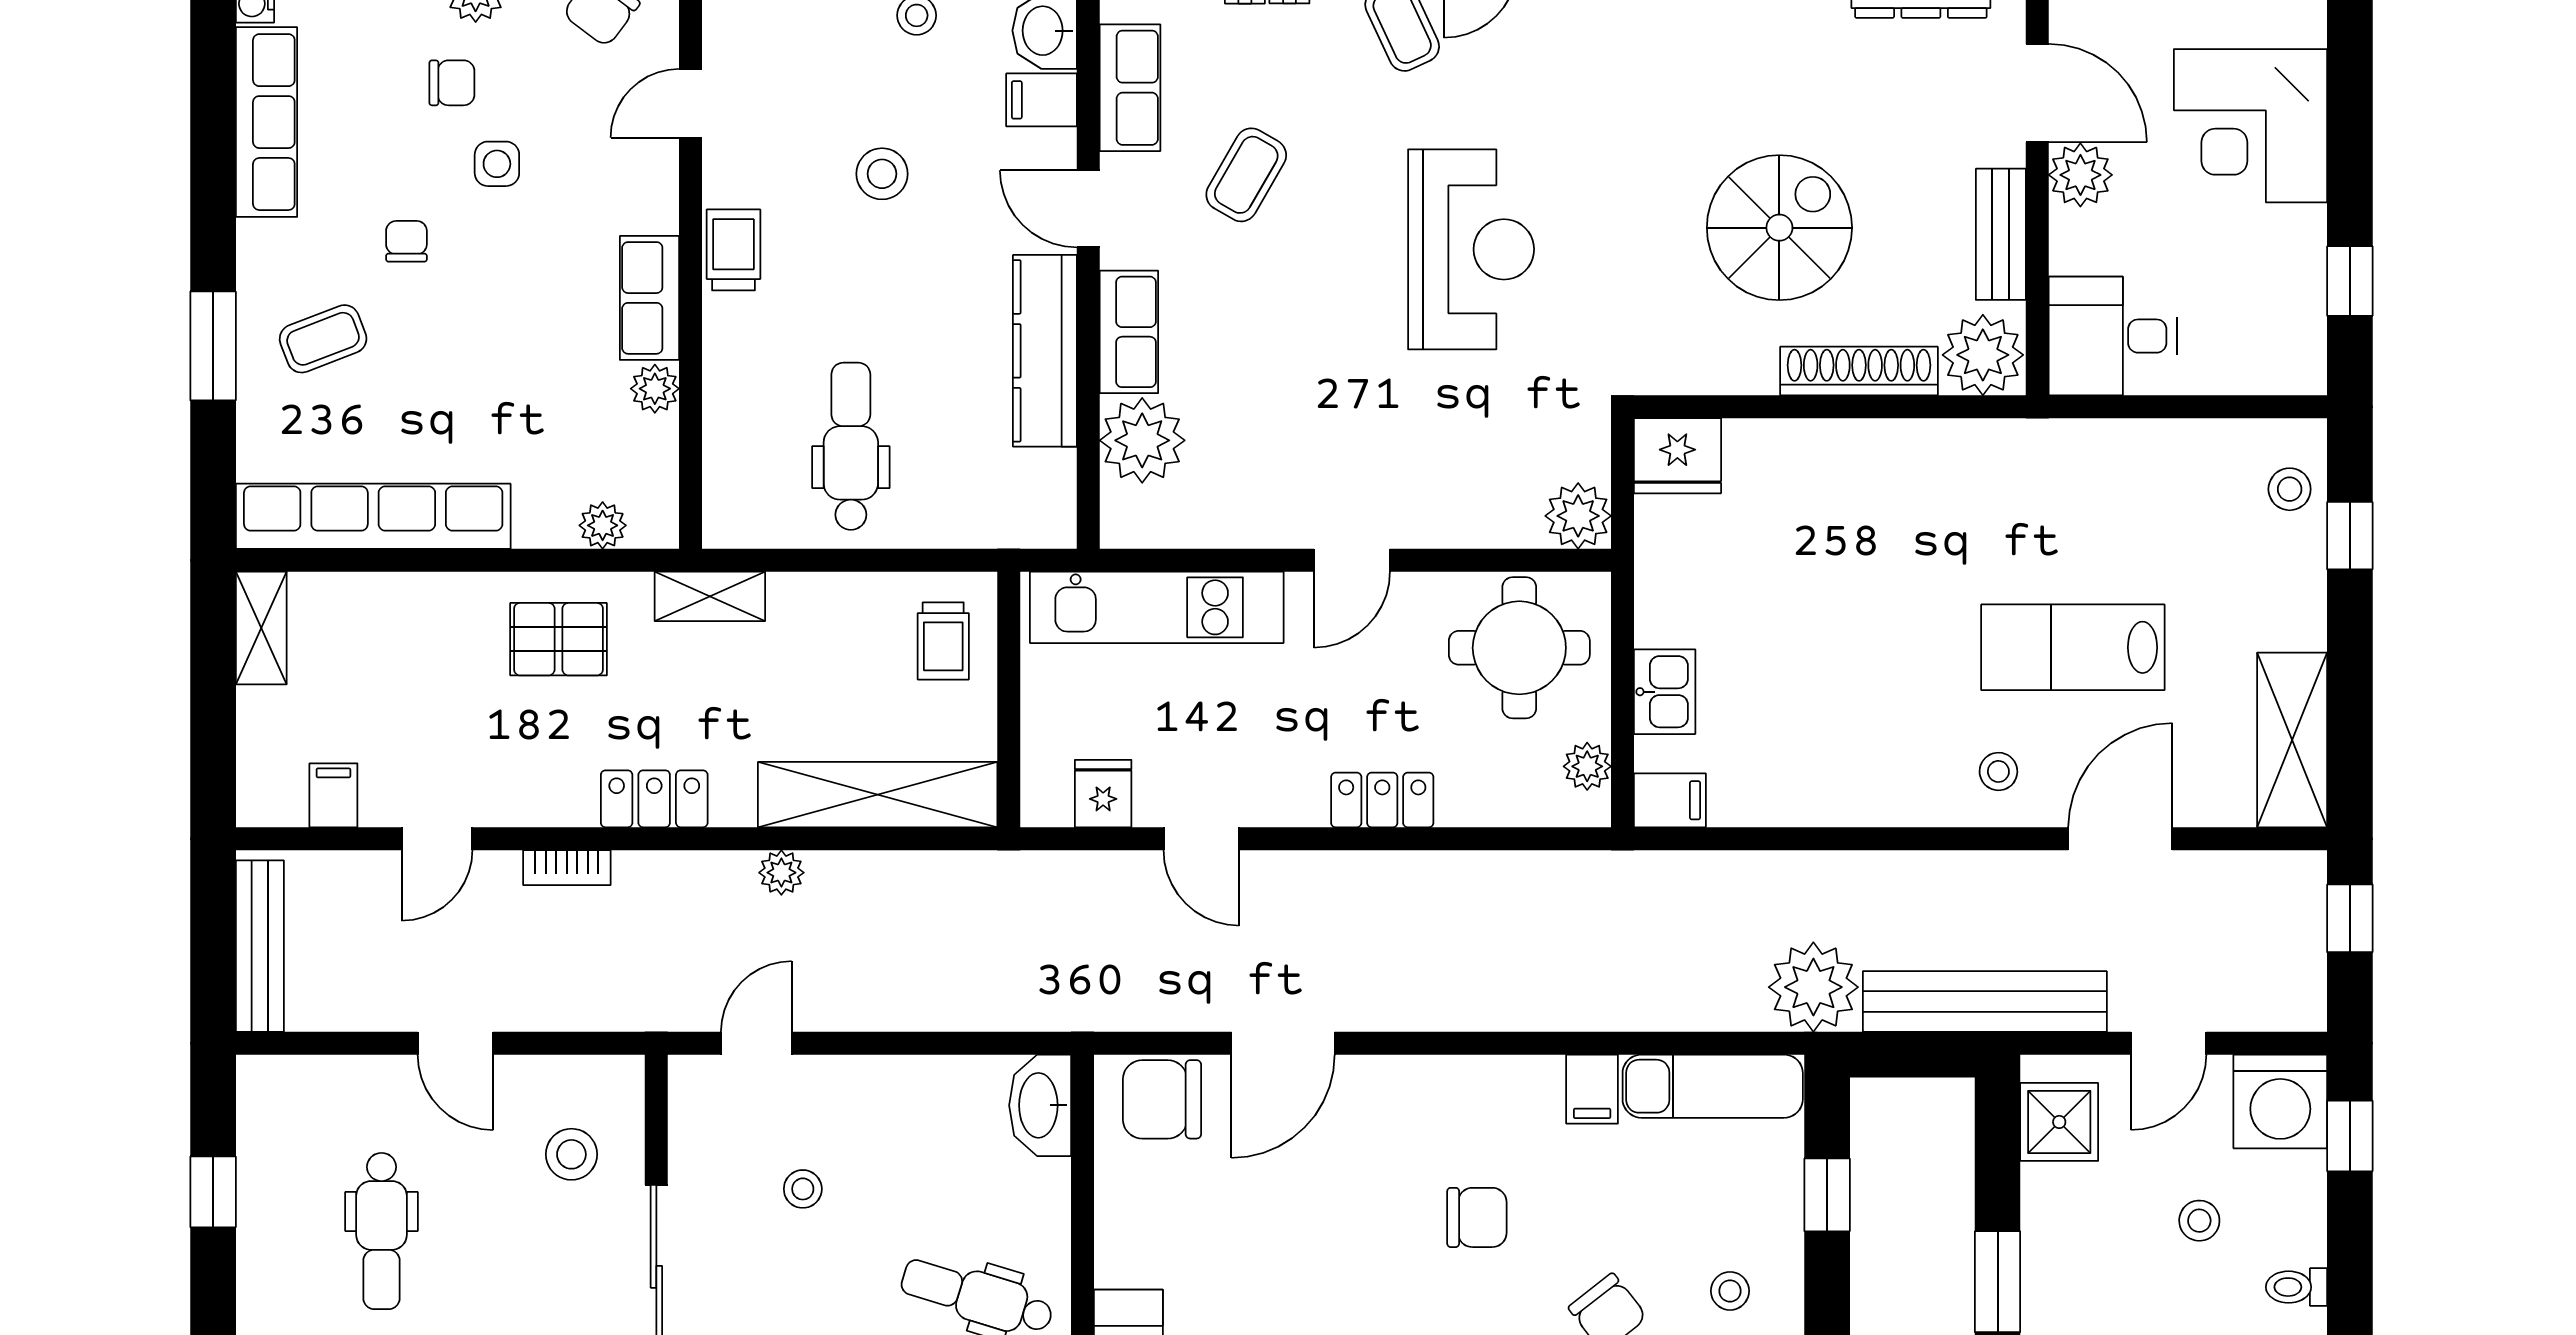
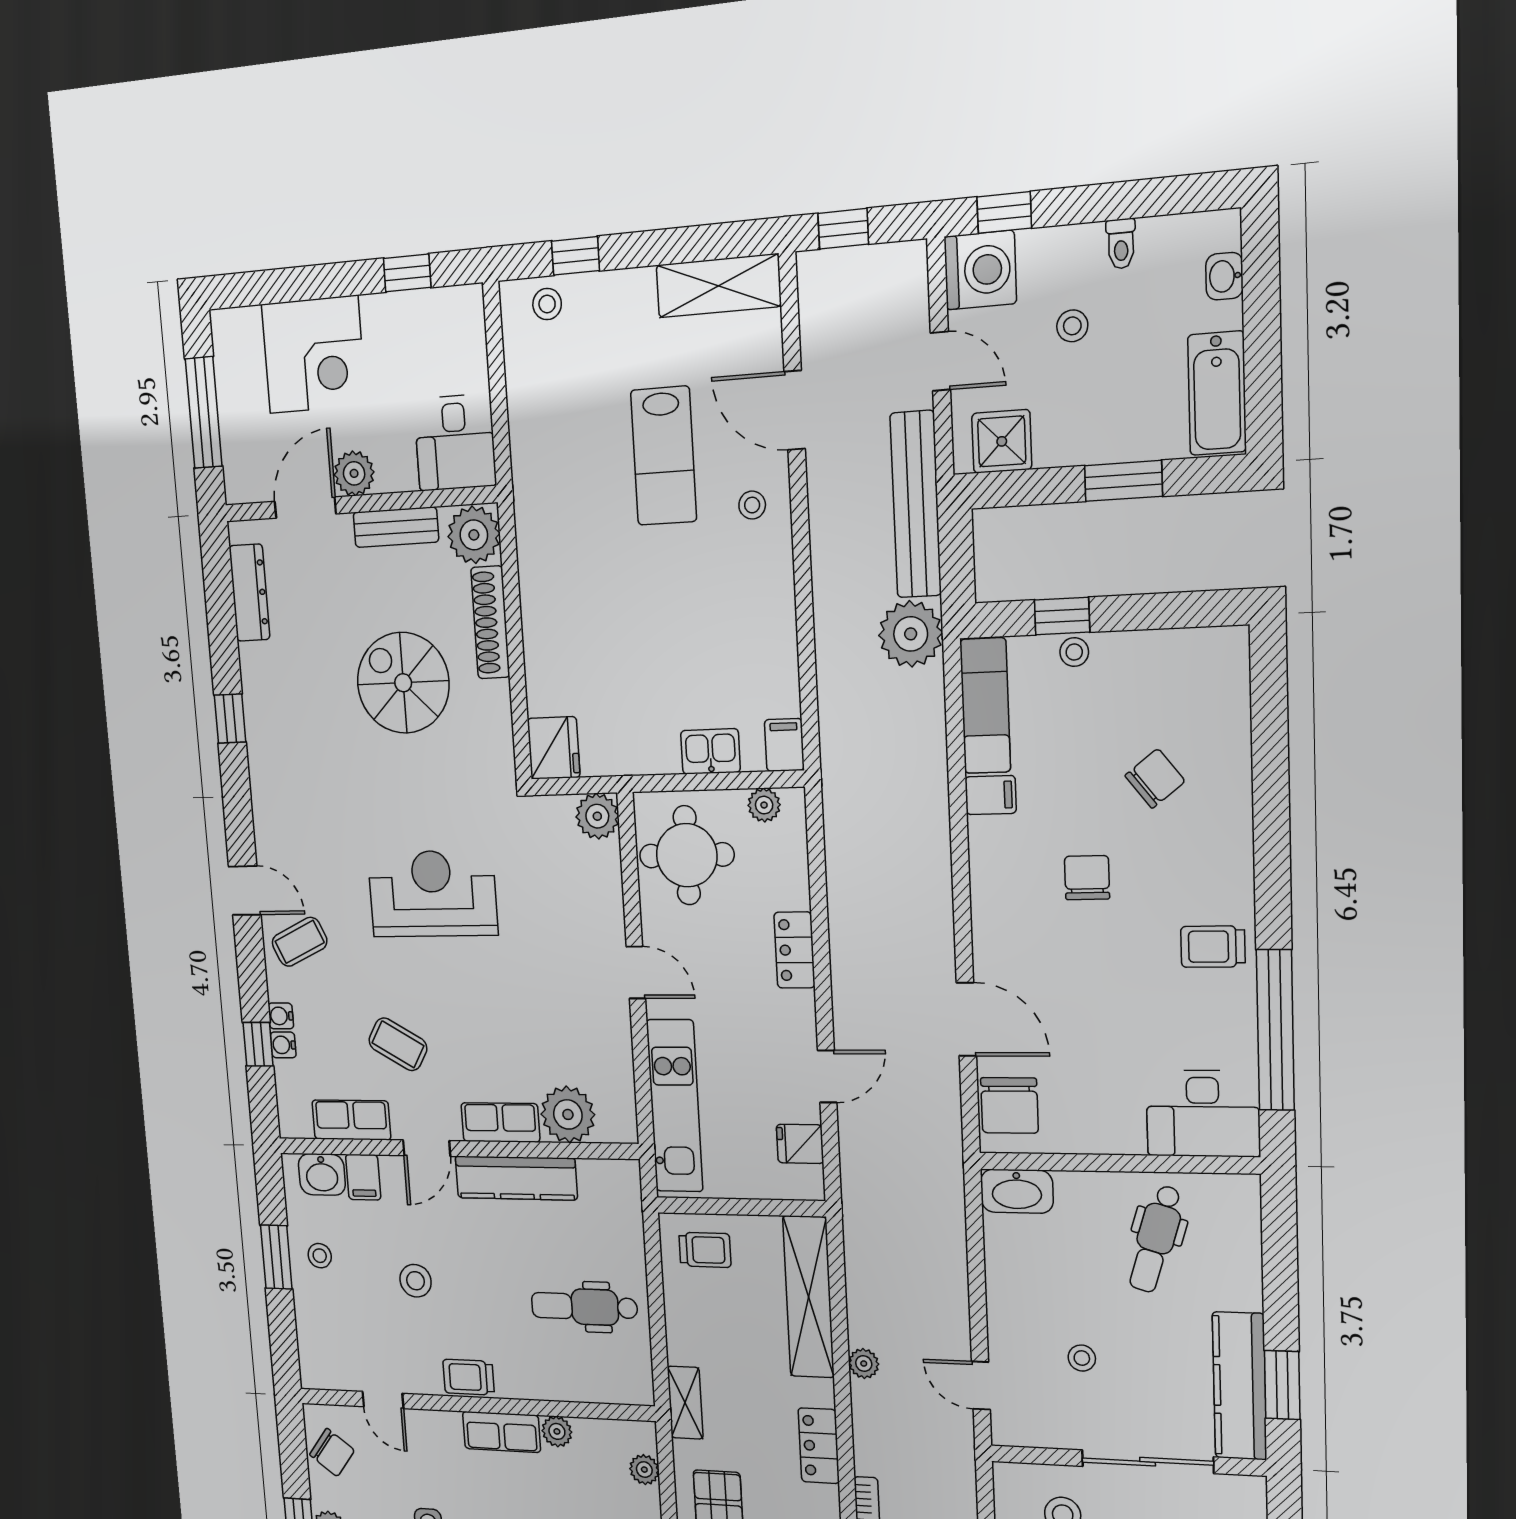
stool: (1730, 1291) -> (1074, 652), moved

